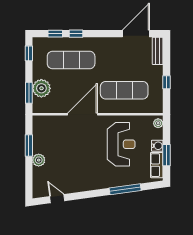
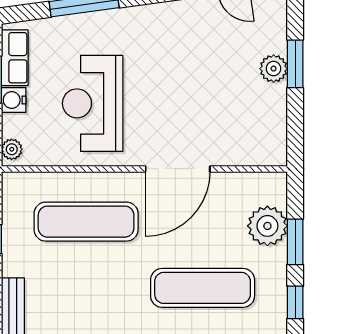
window: (29, 93) -> (295, 242), moved
window: (29, 146) -> (295, 64), moved

